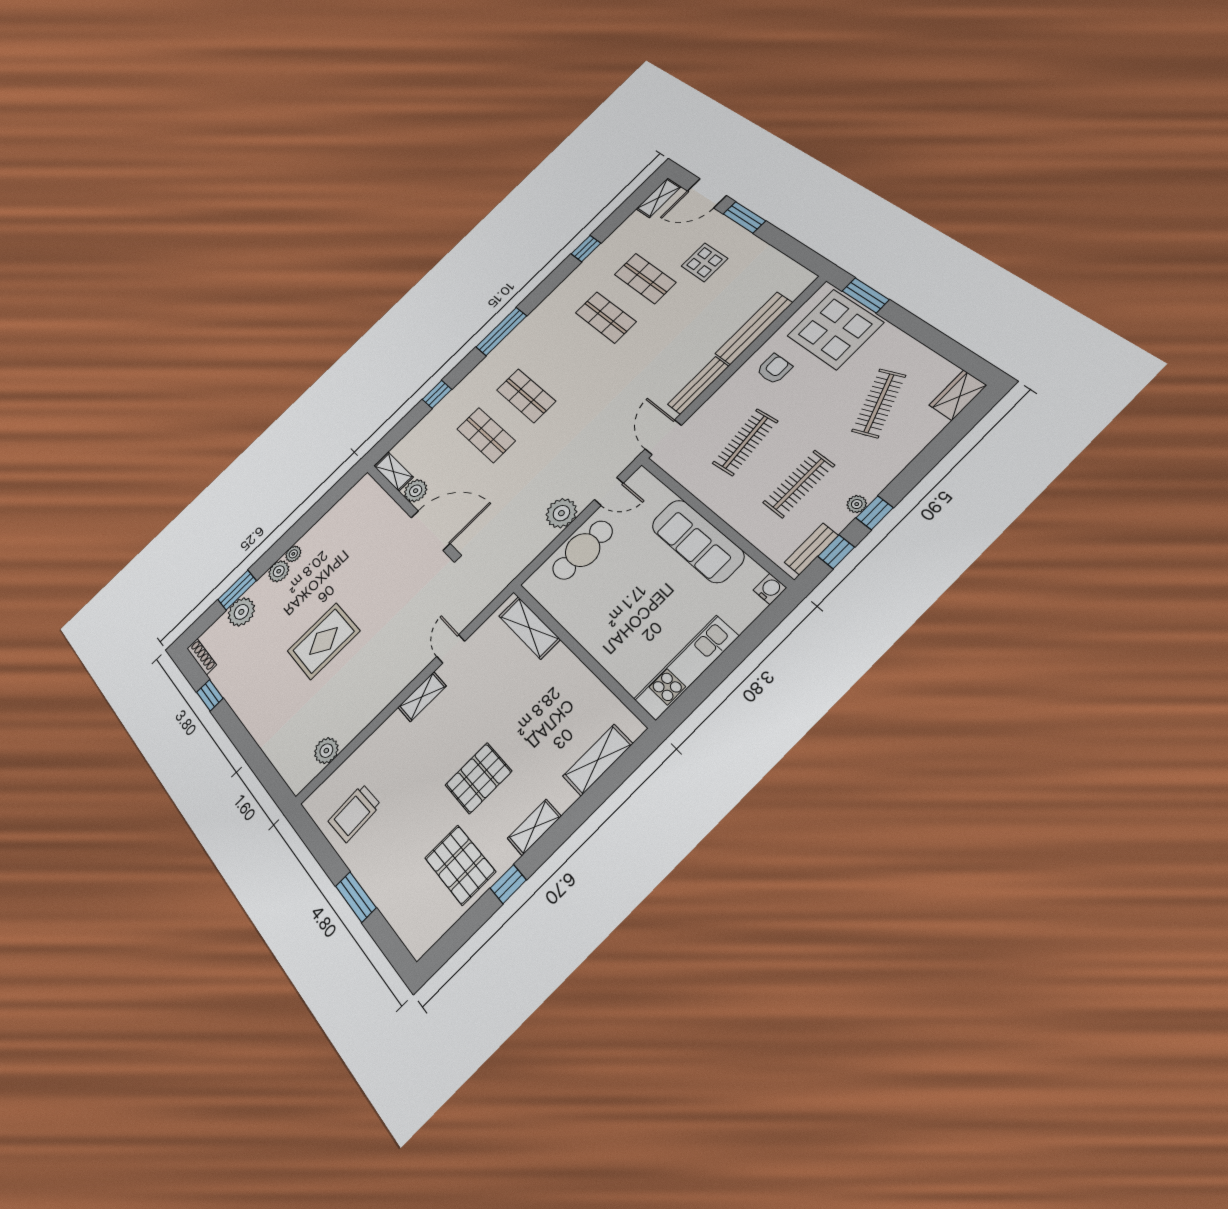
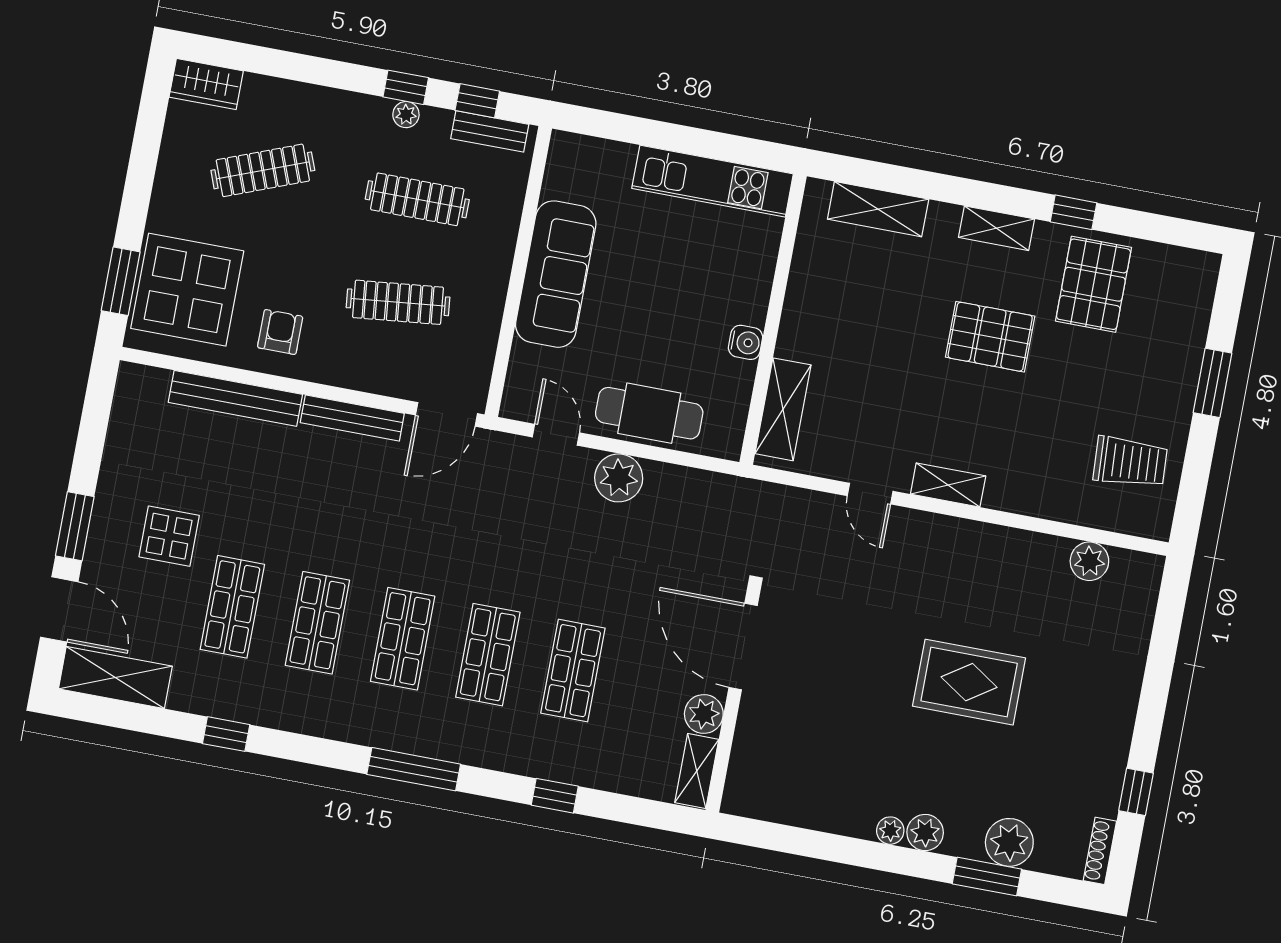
shelving: (658, 198) -> (115, 678), width x1.50, depth x1.33
shop shelf: (566, 356) -> (403, 639), added
armchair: (774, 369) -> (280, 332), turned 90
water cooler: (770, 589) -> (746, 342), moved, turned 180
door: (451, 649) -> (870, 494), hinge flipped

